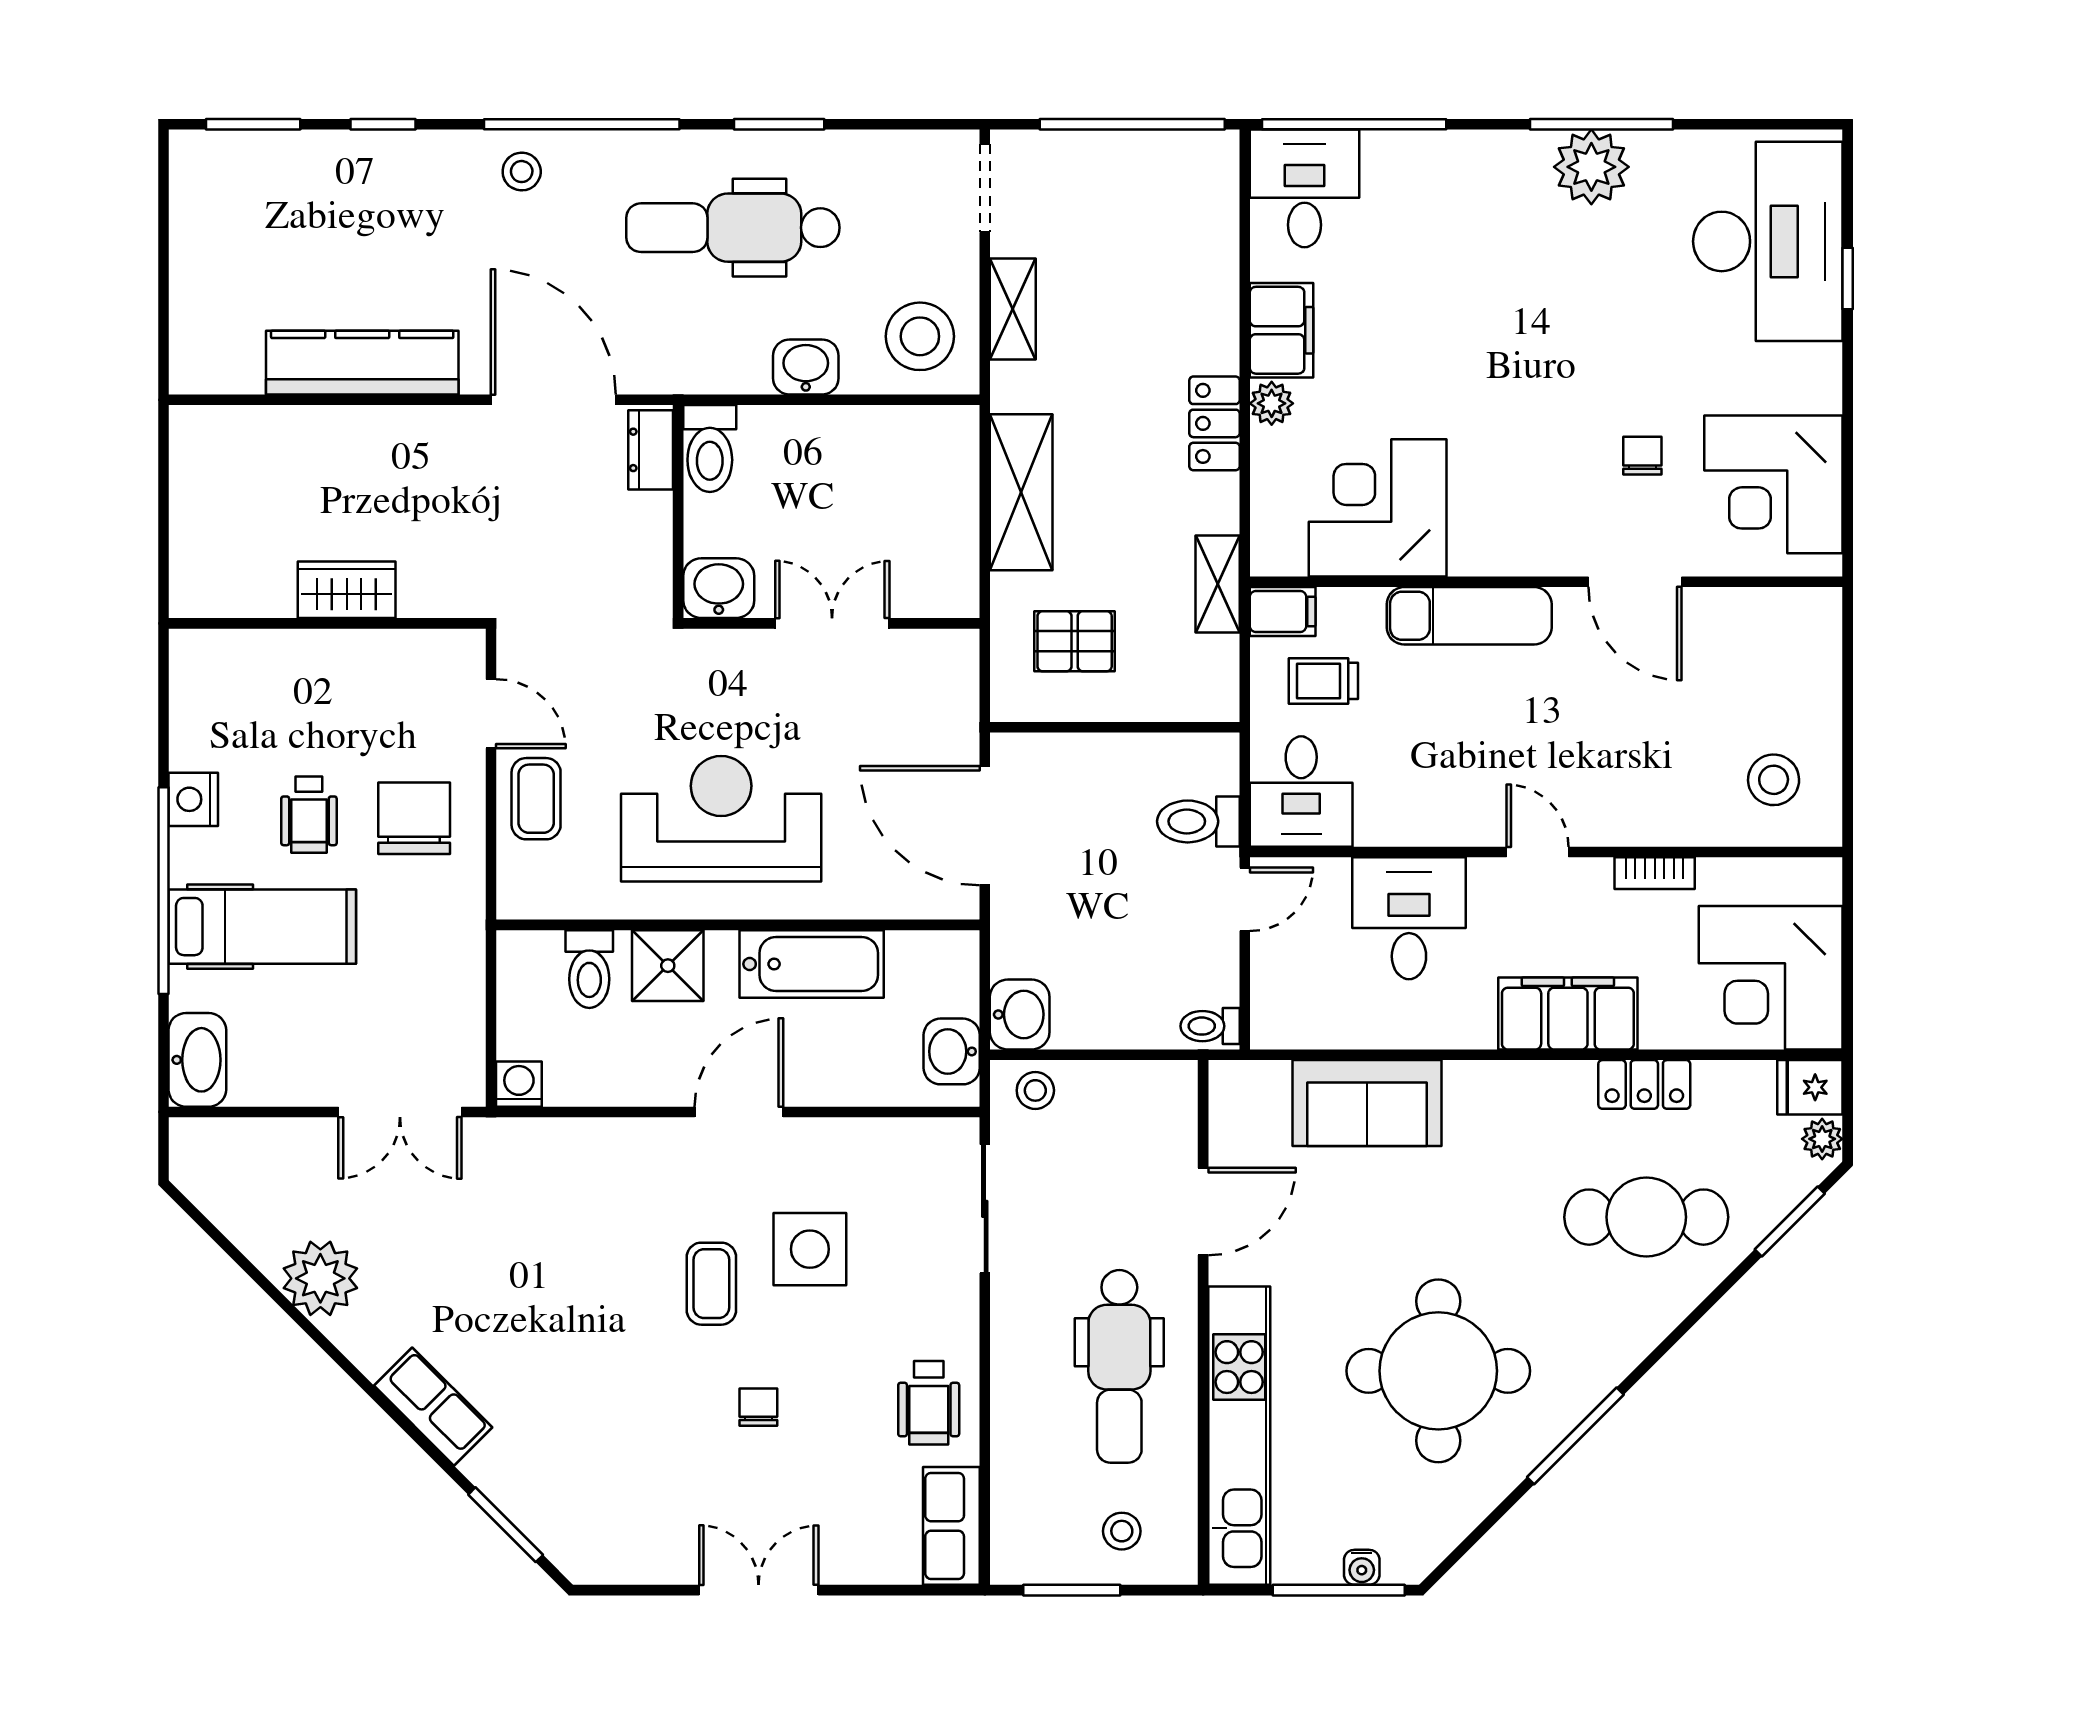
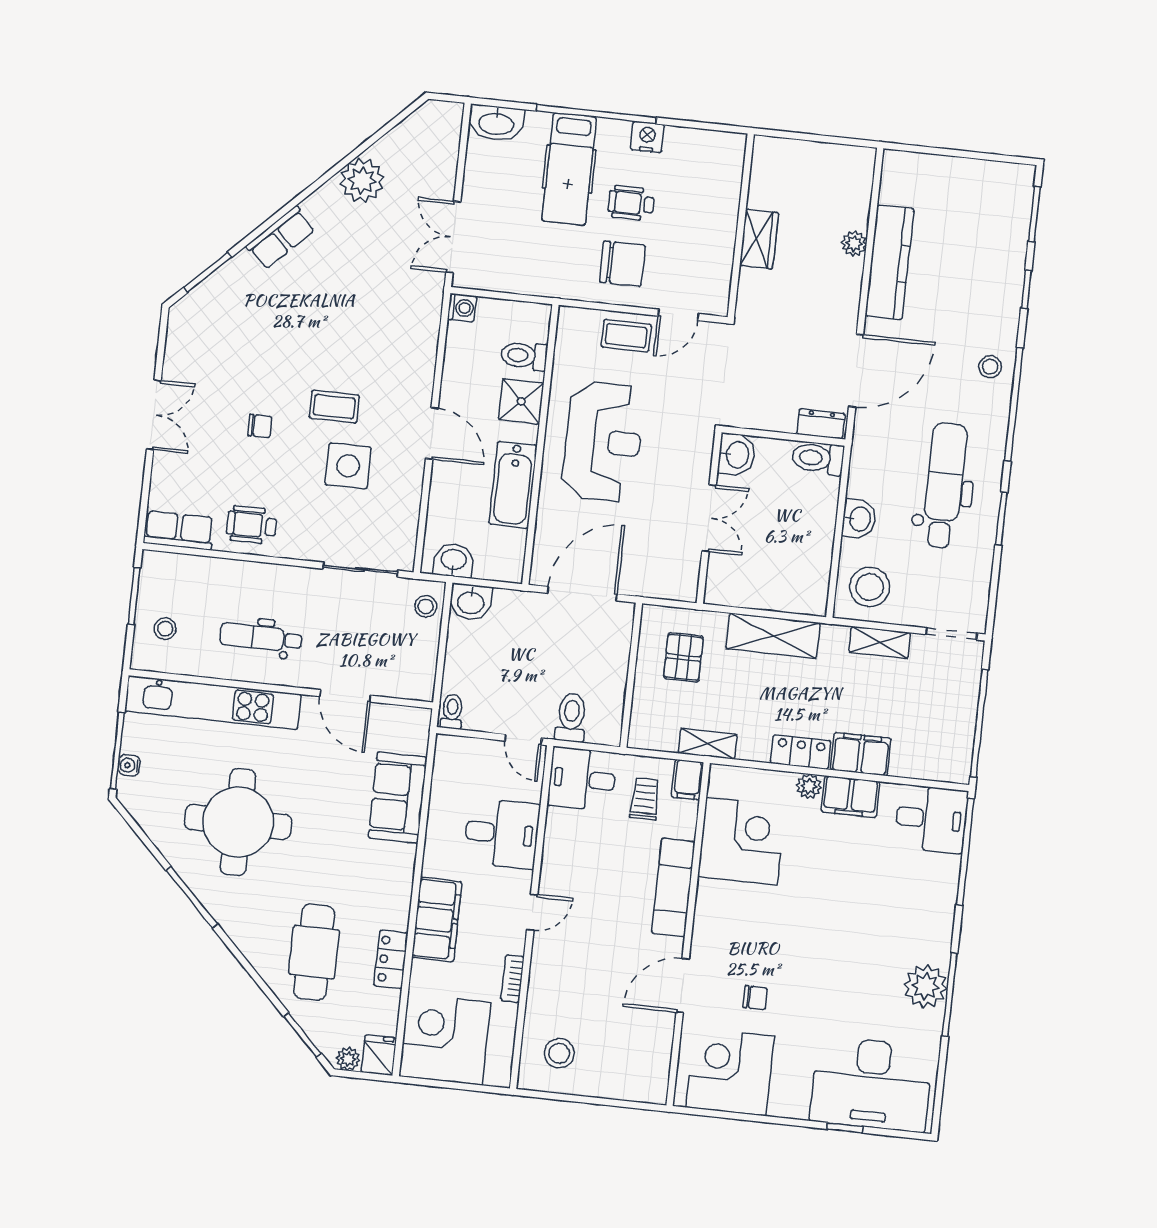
filing cabinet: (1207, 321) -> (861, 754), added
plant: (337, 427) -> (854, 244), added
dental chair: (1119, 1366) -> (261, 638), width x0.73, depth x0.72

